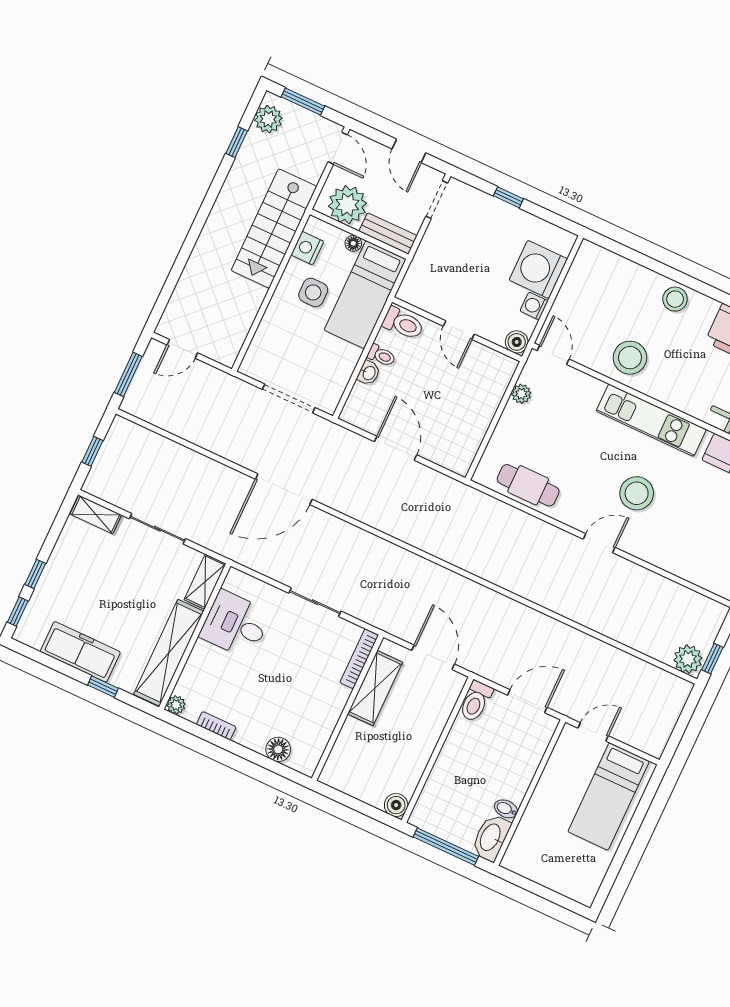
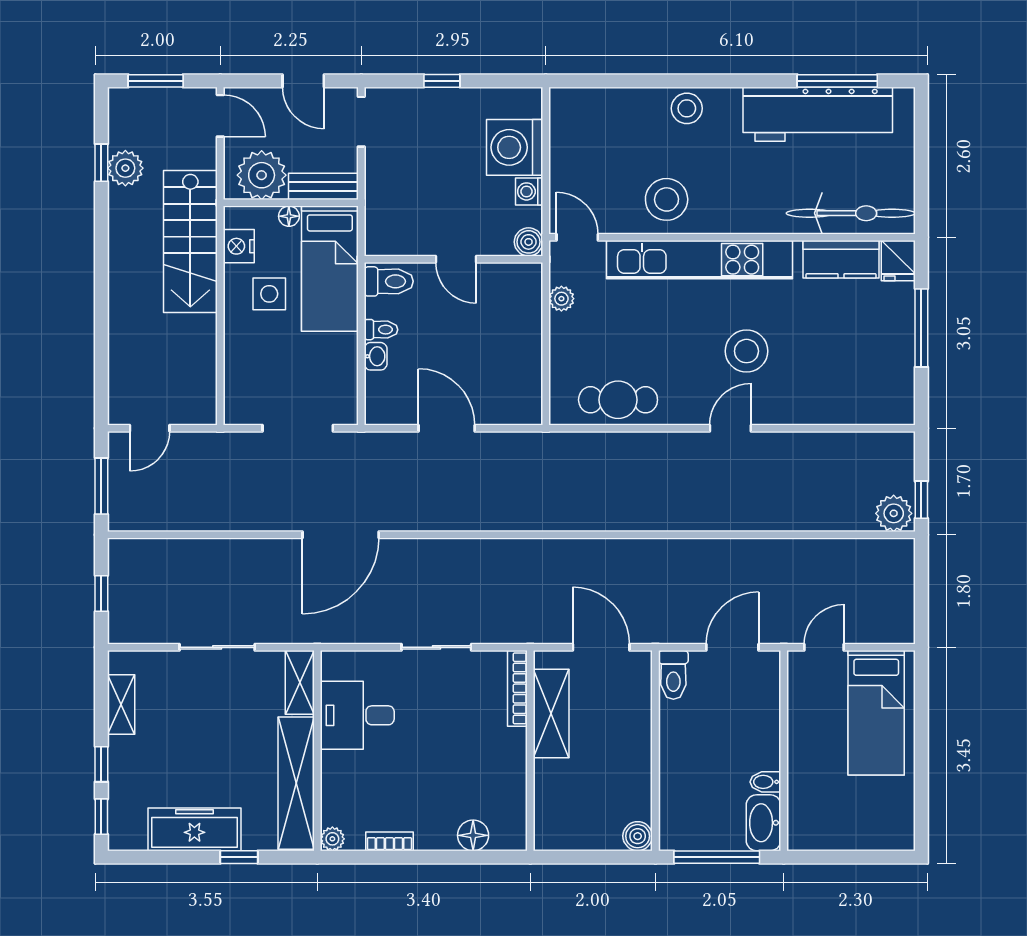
plant: (268, 119) -> (125, 168), moved
kitchen unit: (651, 420) -> (699, 260), width x1.36
shelving: (96, 514) -> (121, 705), moved, turned 90

